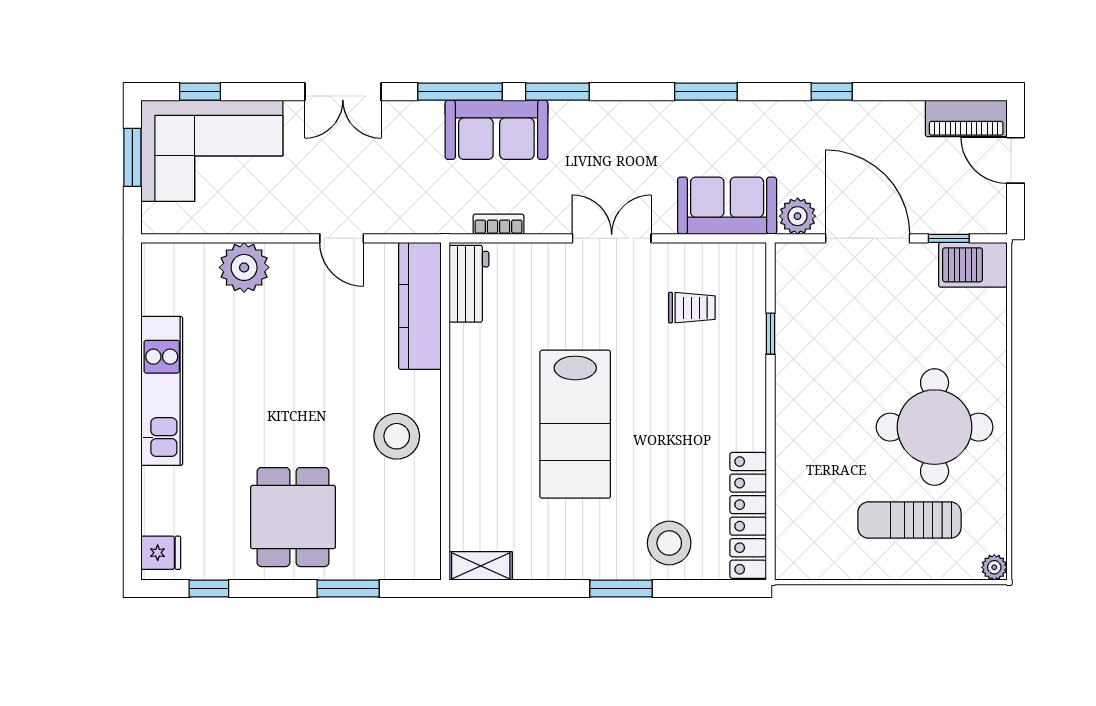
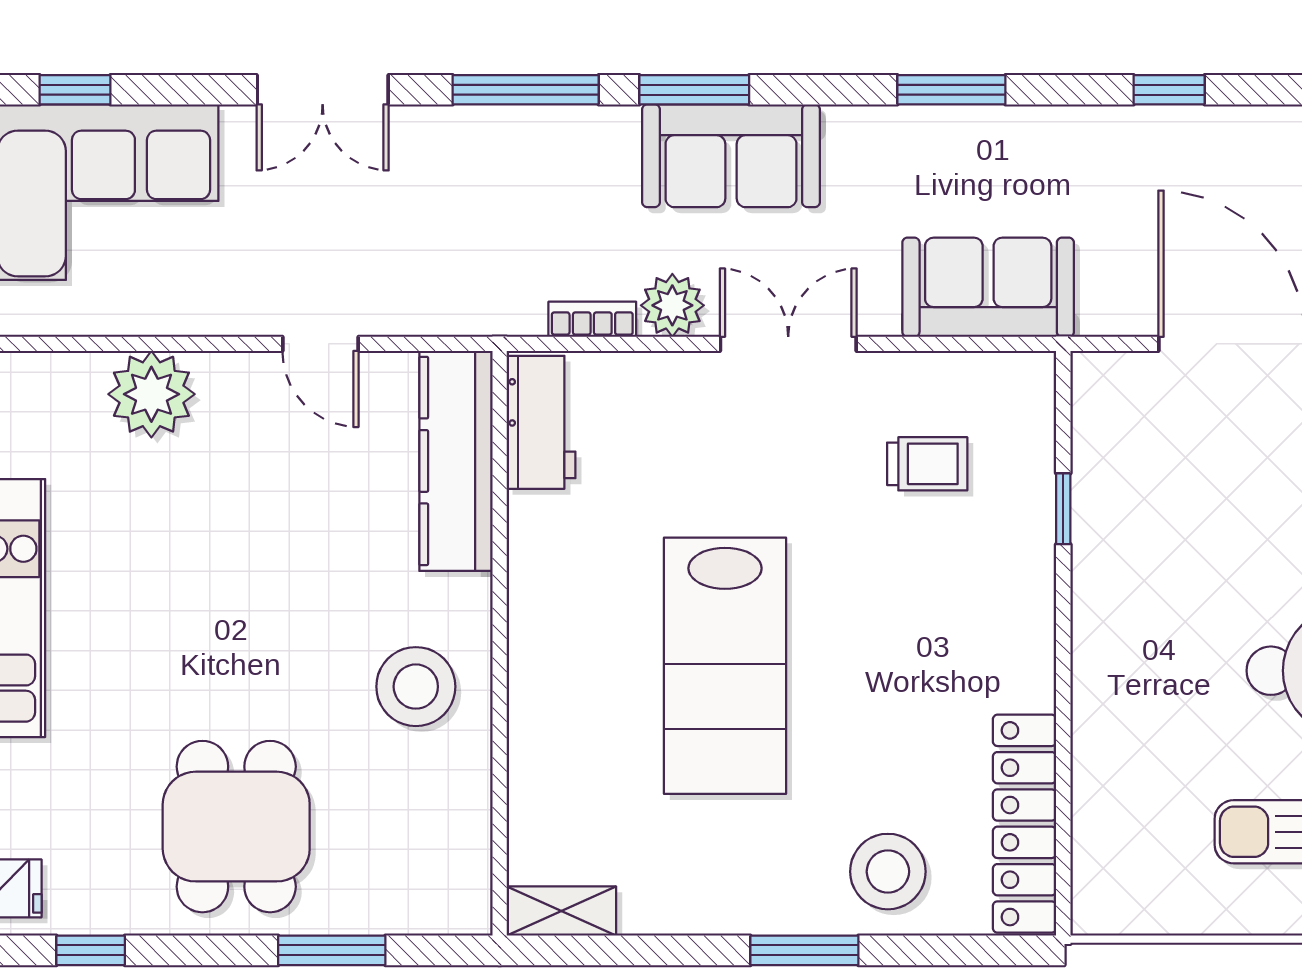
sofa: (496, 130) -> (731, 156), moved
plant: (798, 216) -> (672, 305), moved

